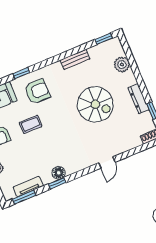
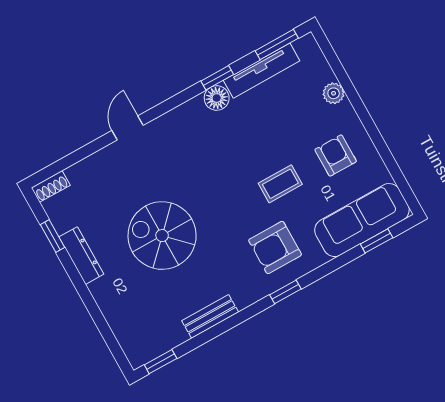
plant: (122, 65) -> (120, 317), removed
window: (21, 73) -> (285, 292), moved
tv unit: (28, 187) -> (262, 71), width x1.41

